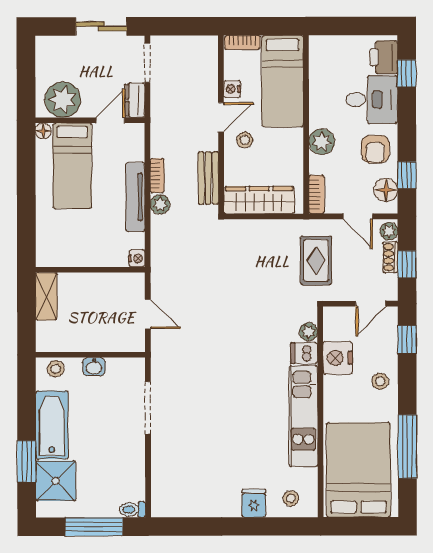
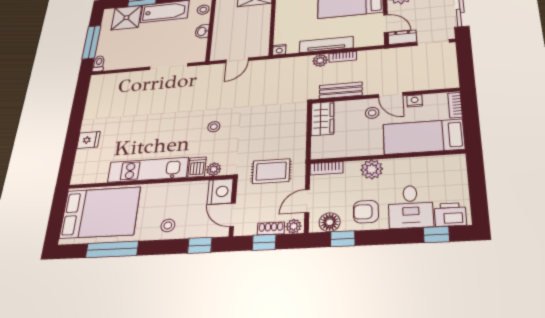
wardrobe: (259, 200) -> (322, 118), width x0.67
nightstand: (338, 358) -> (220, 192), moved, turned 90
stool: (291, 498) -> (214, 127), moved

